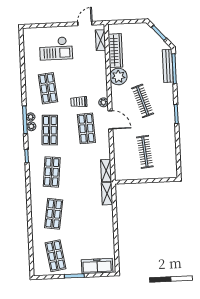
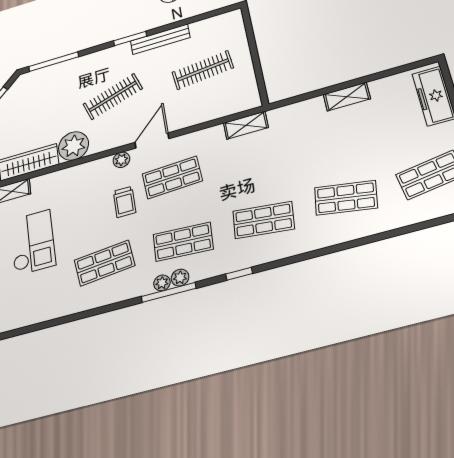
checkout: (56, 48) -> (33, 242), moved
bench: (168, 66) -> (160, 39), moved
shelving: (107, 194) -> (347, 97), moved

